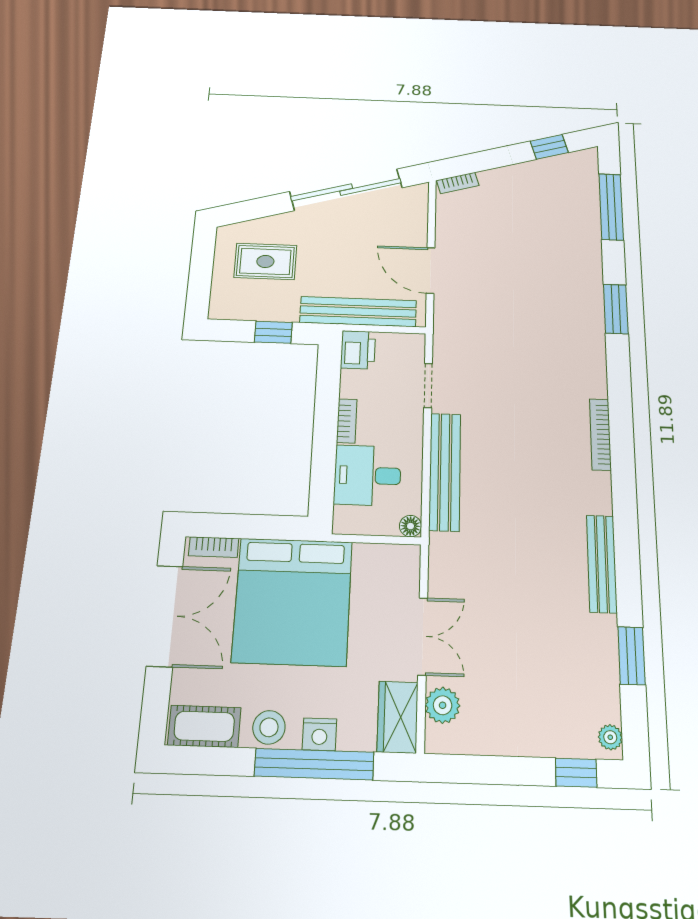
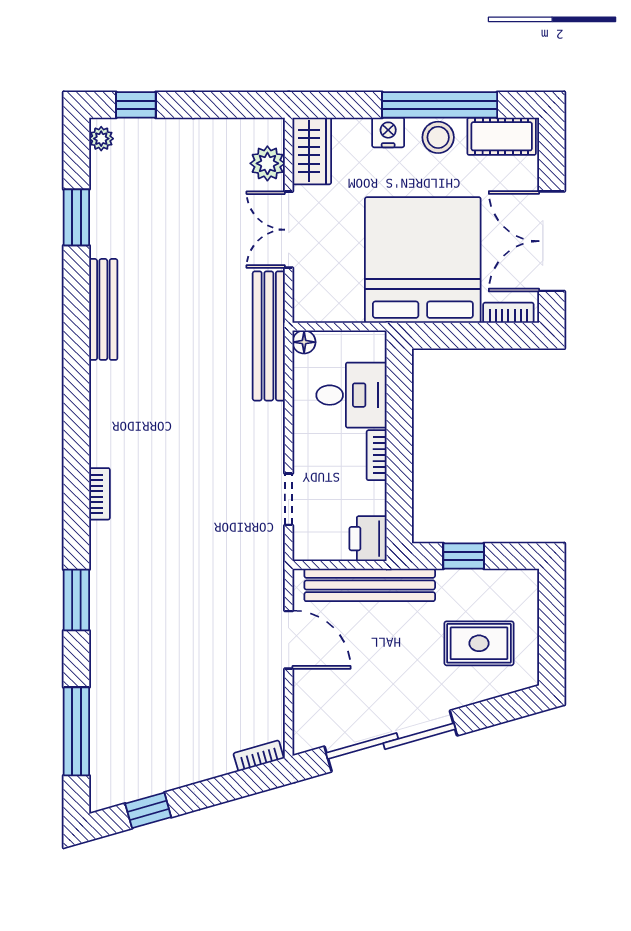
bookcase: (600, 434) -> (100, 494), moved, width x0.64
bench: (445, 472) -> (269, 336), moved
window: (314, 764) -> (440, 105), moved

